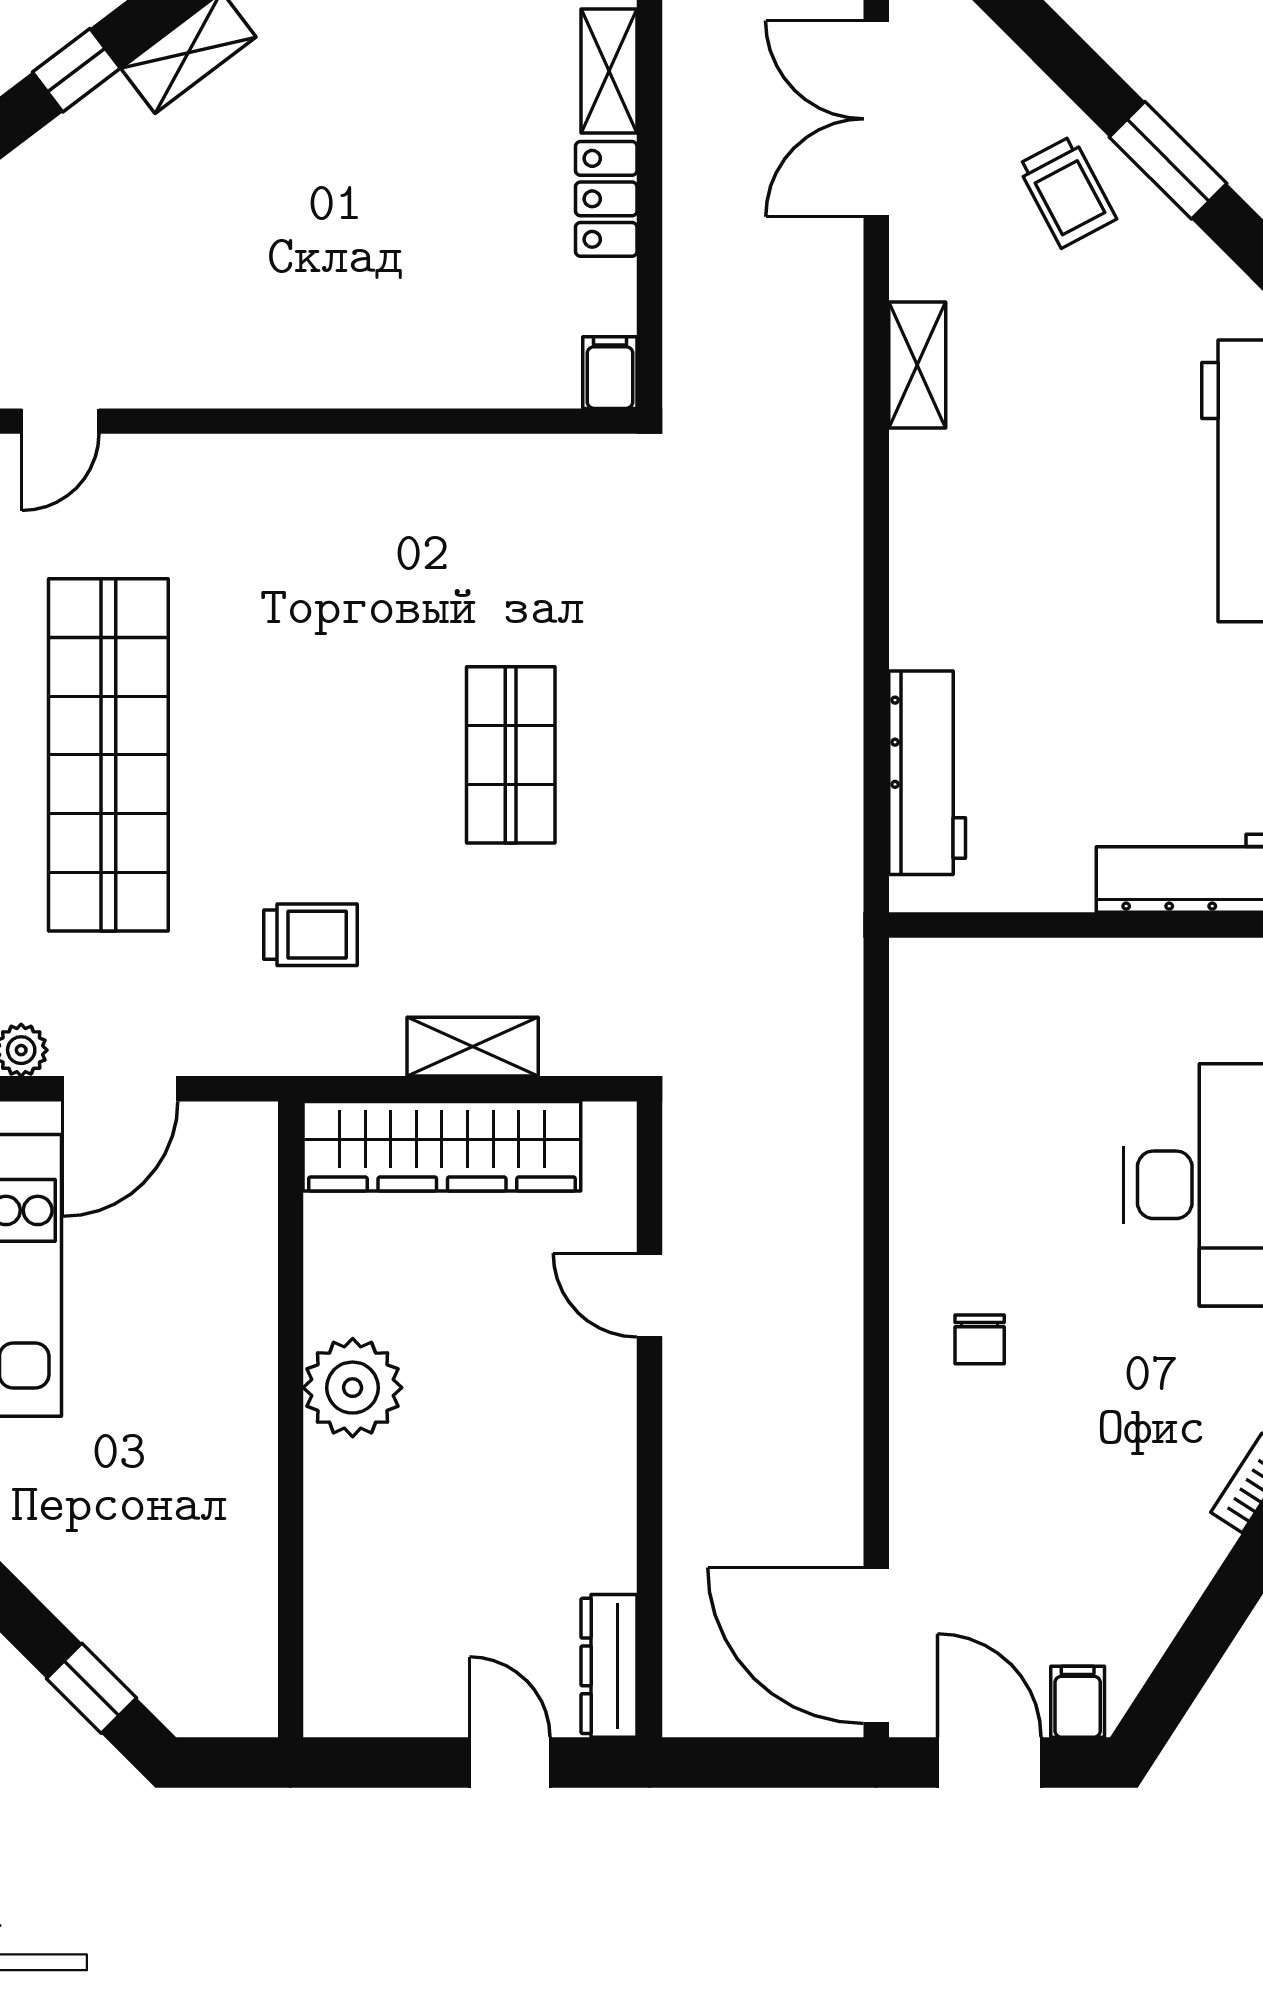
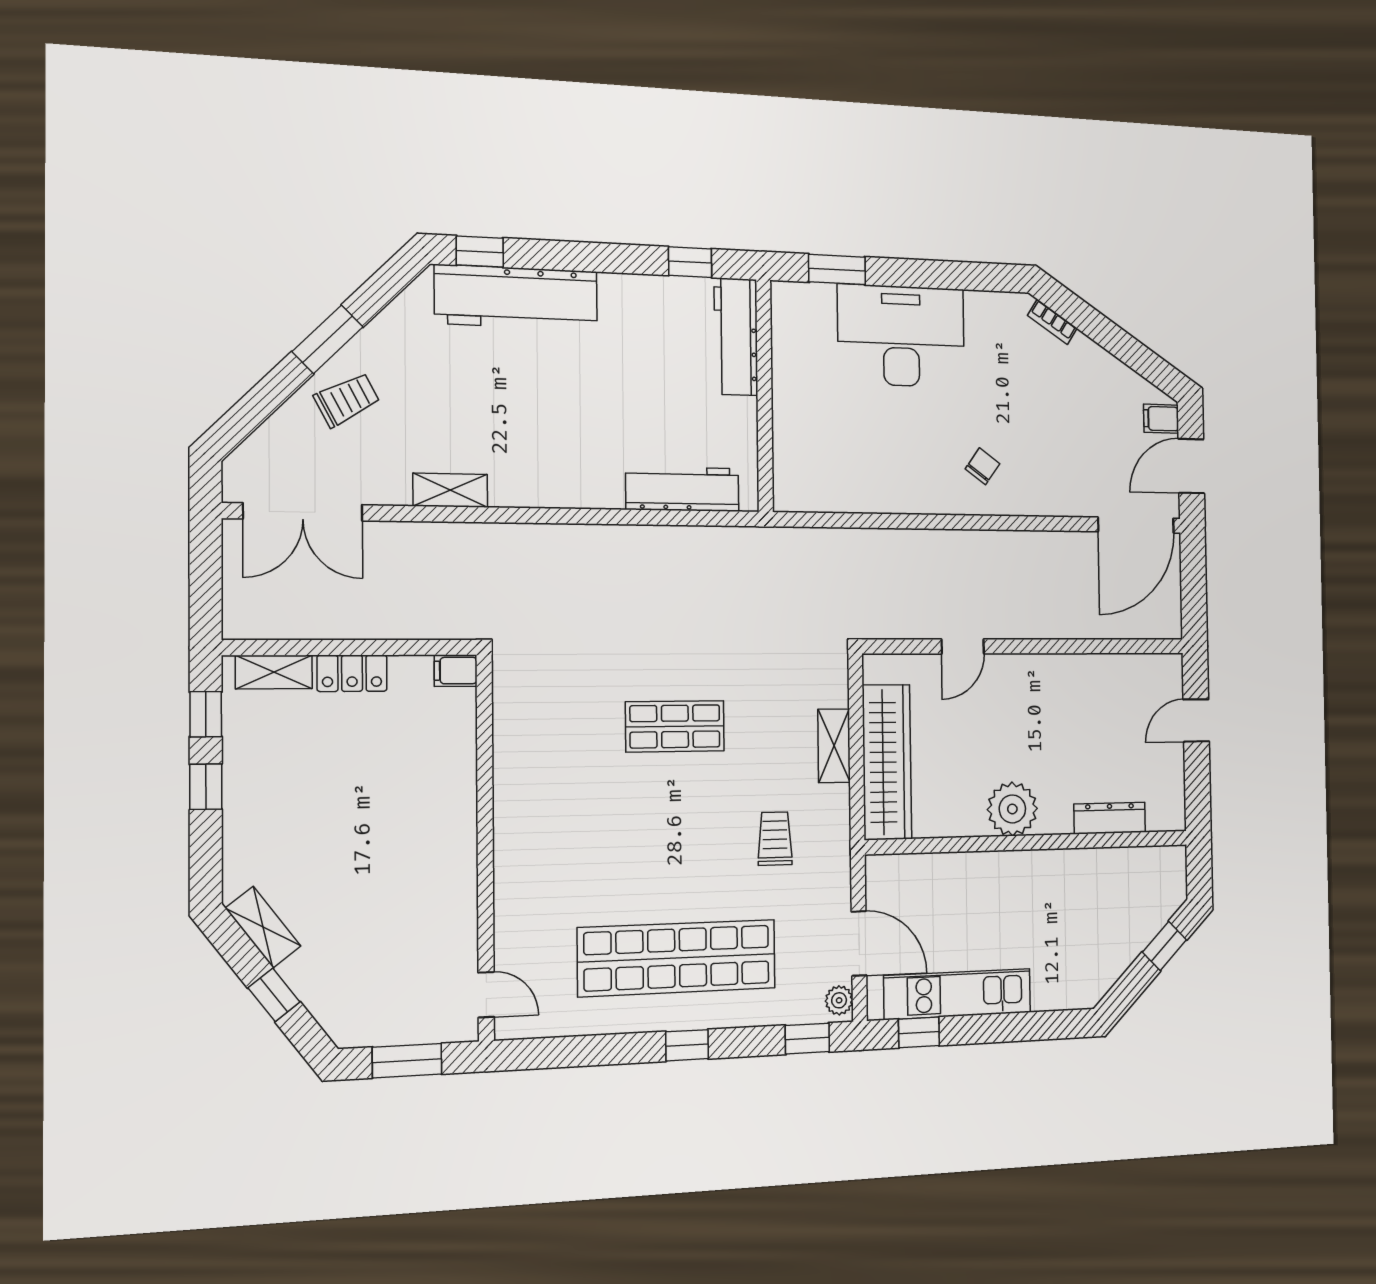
chair: (980, 1339) -> (982, 466), turned -54
dresser: (609, 1666) -> (1110, 818), moved, turned 180

